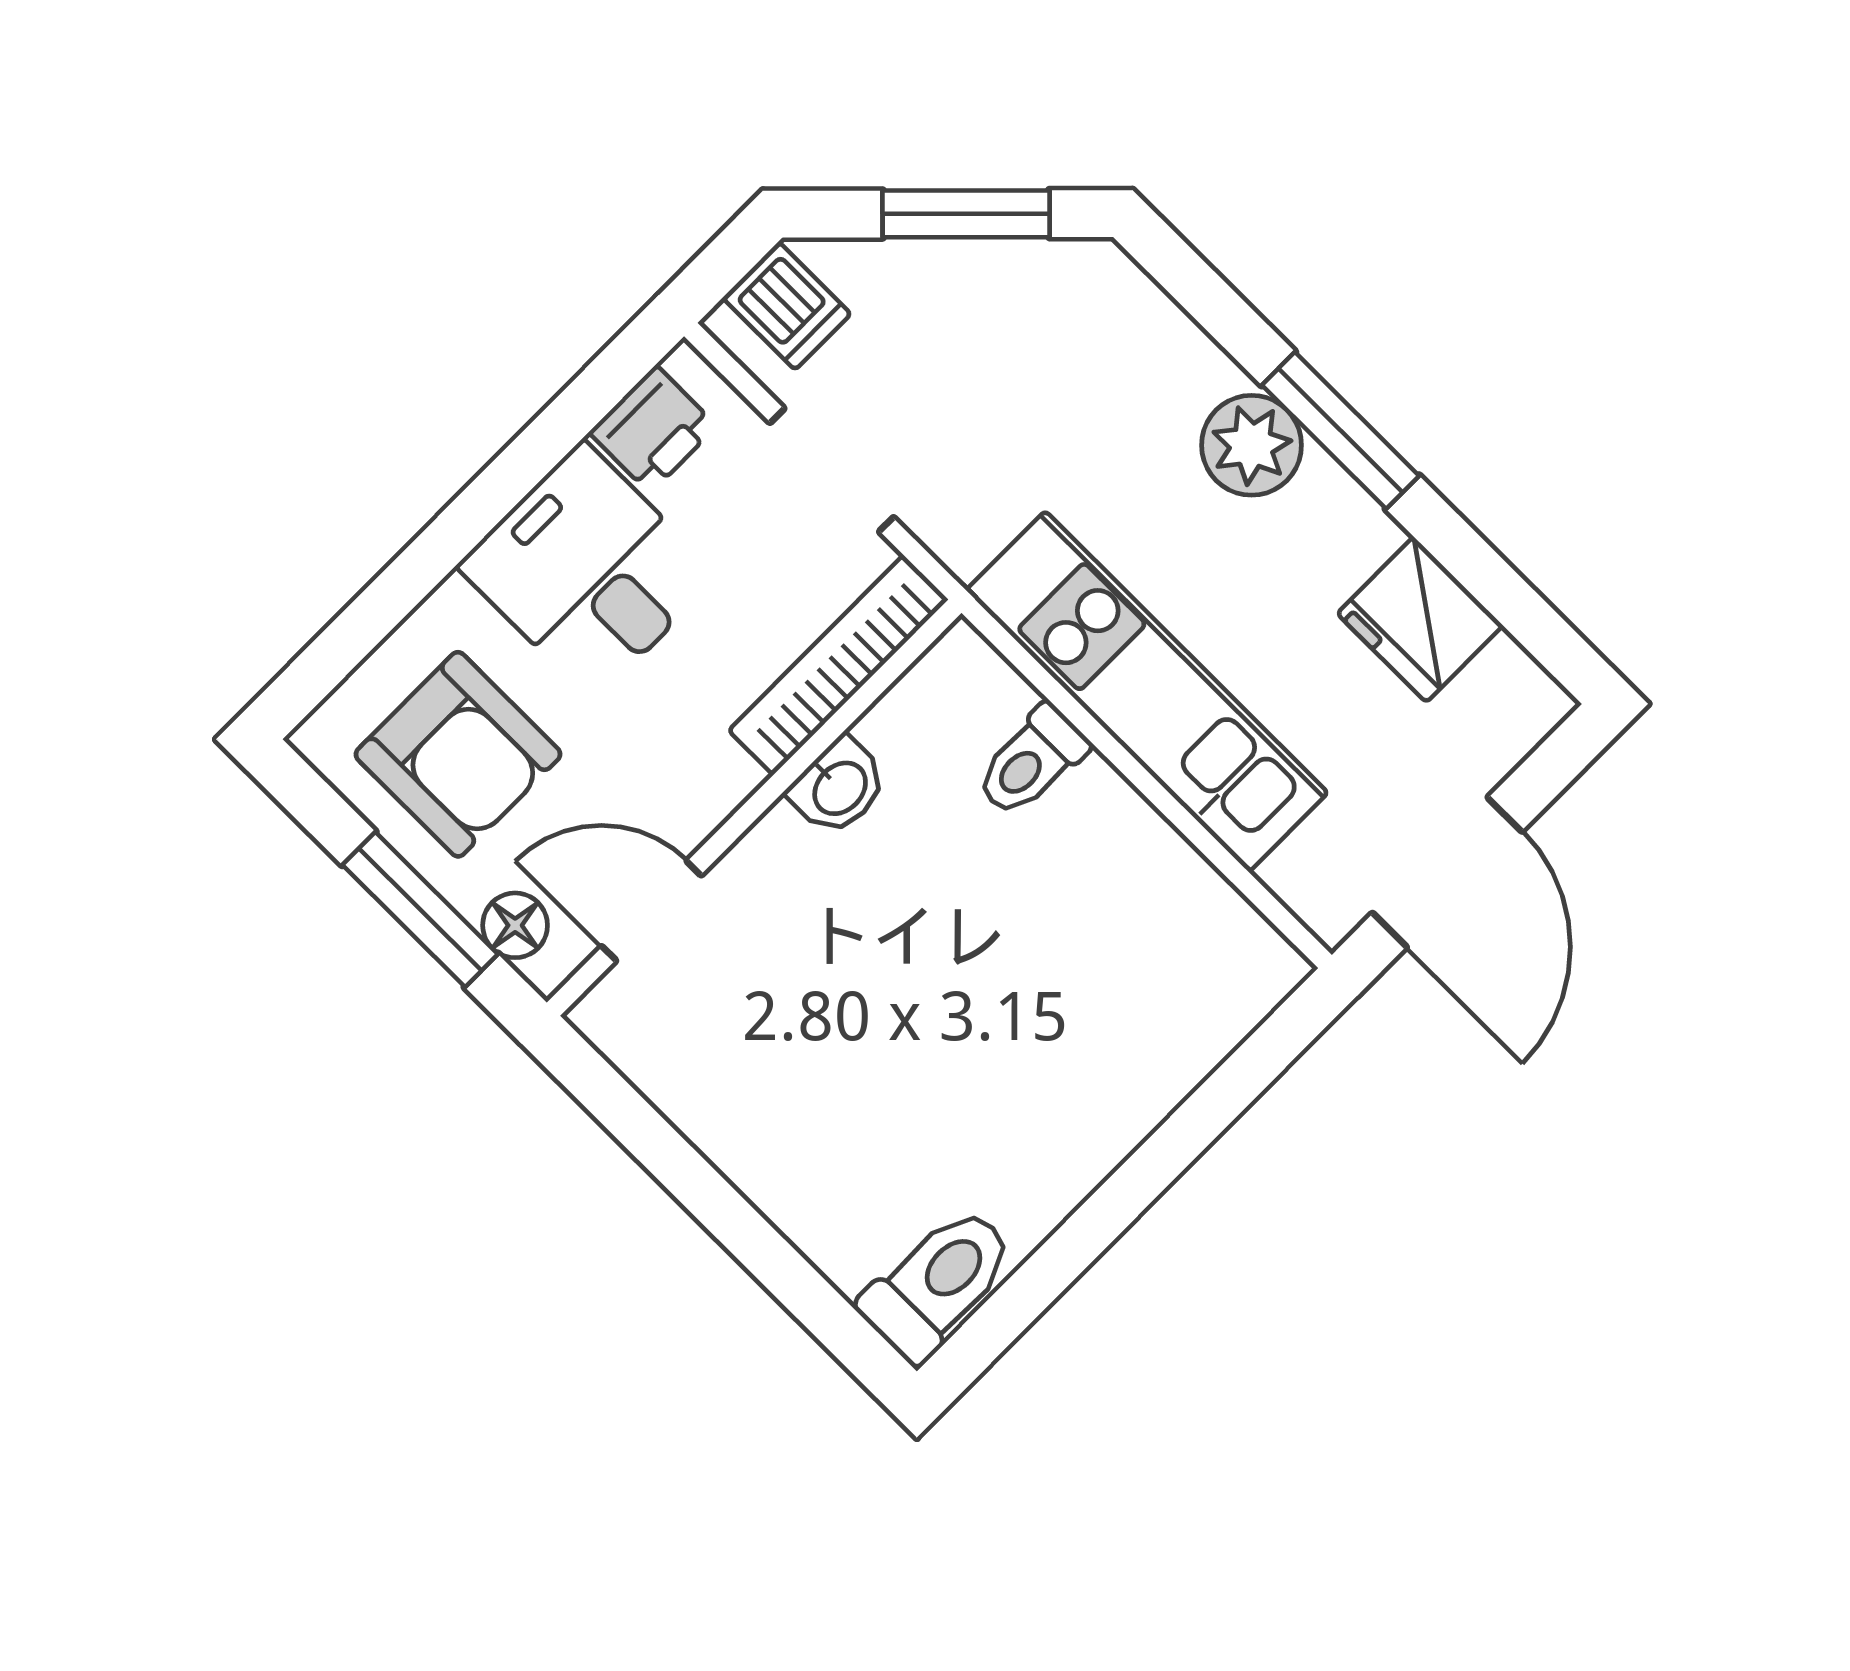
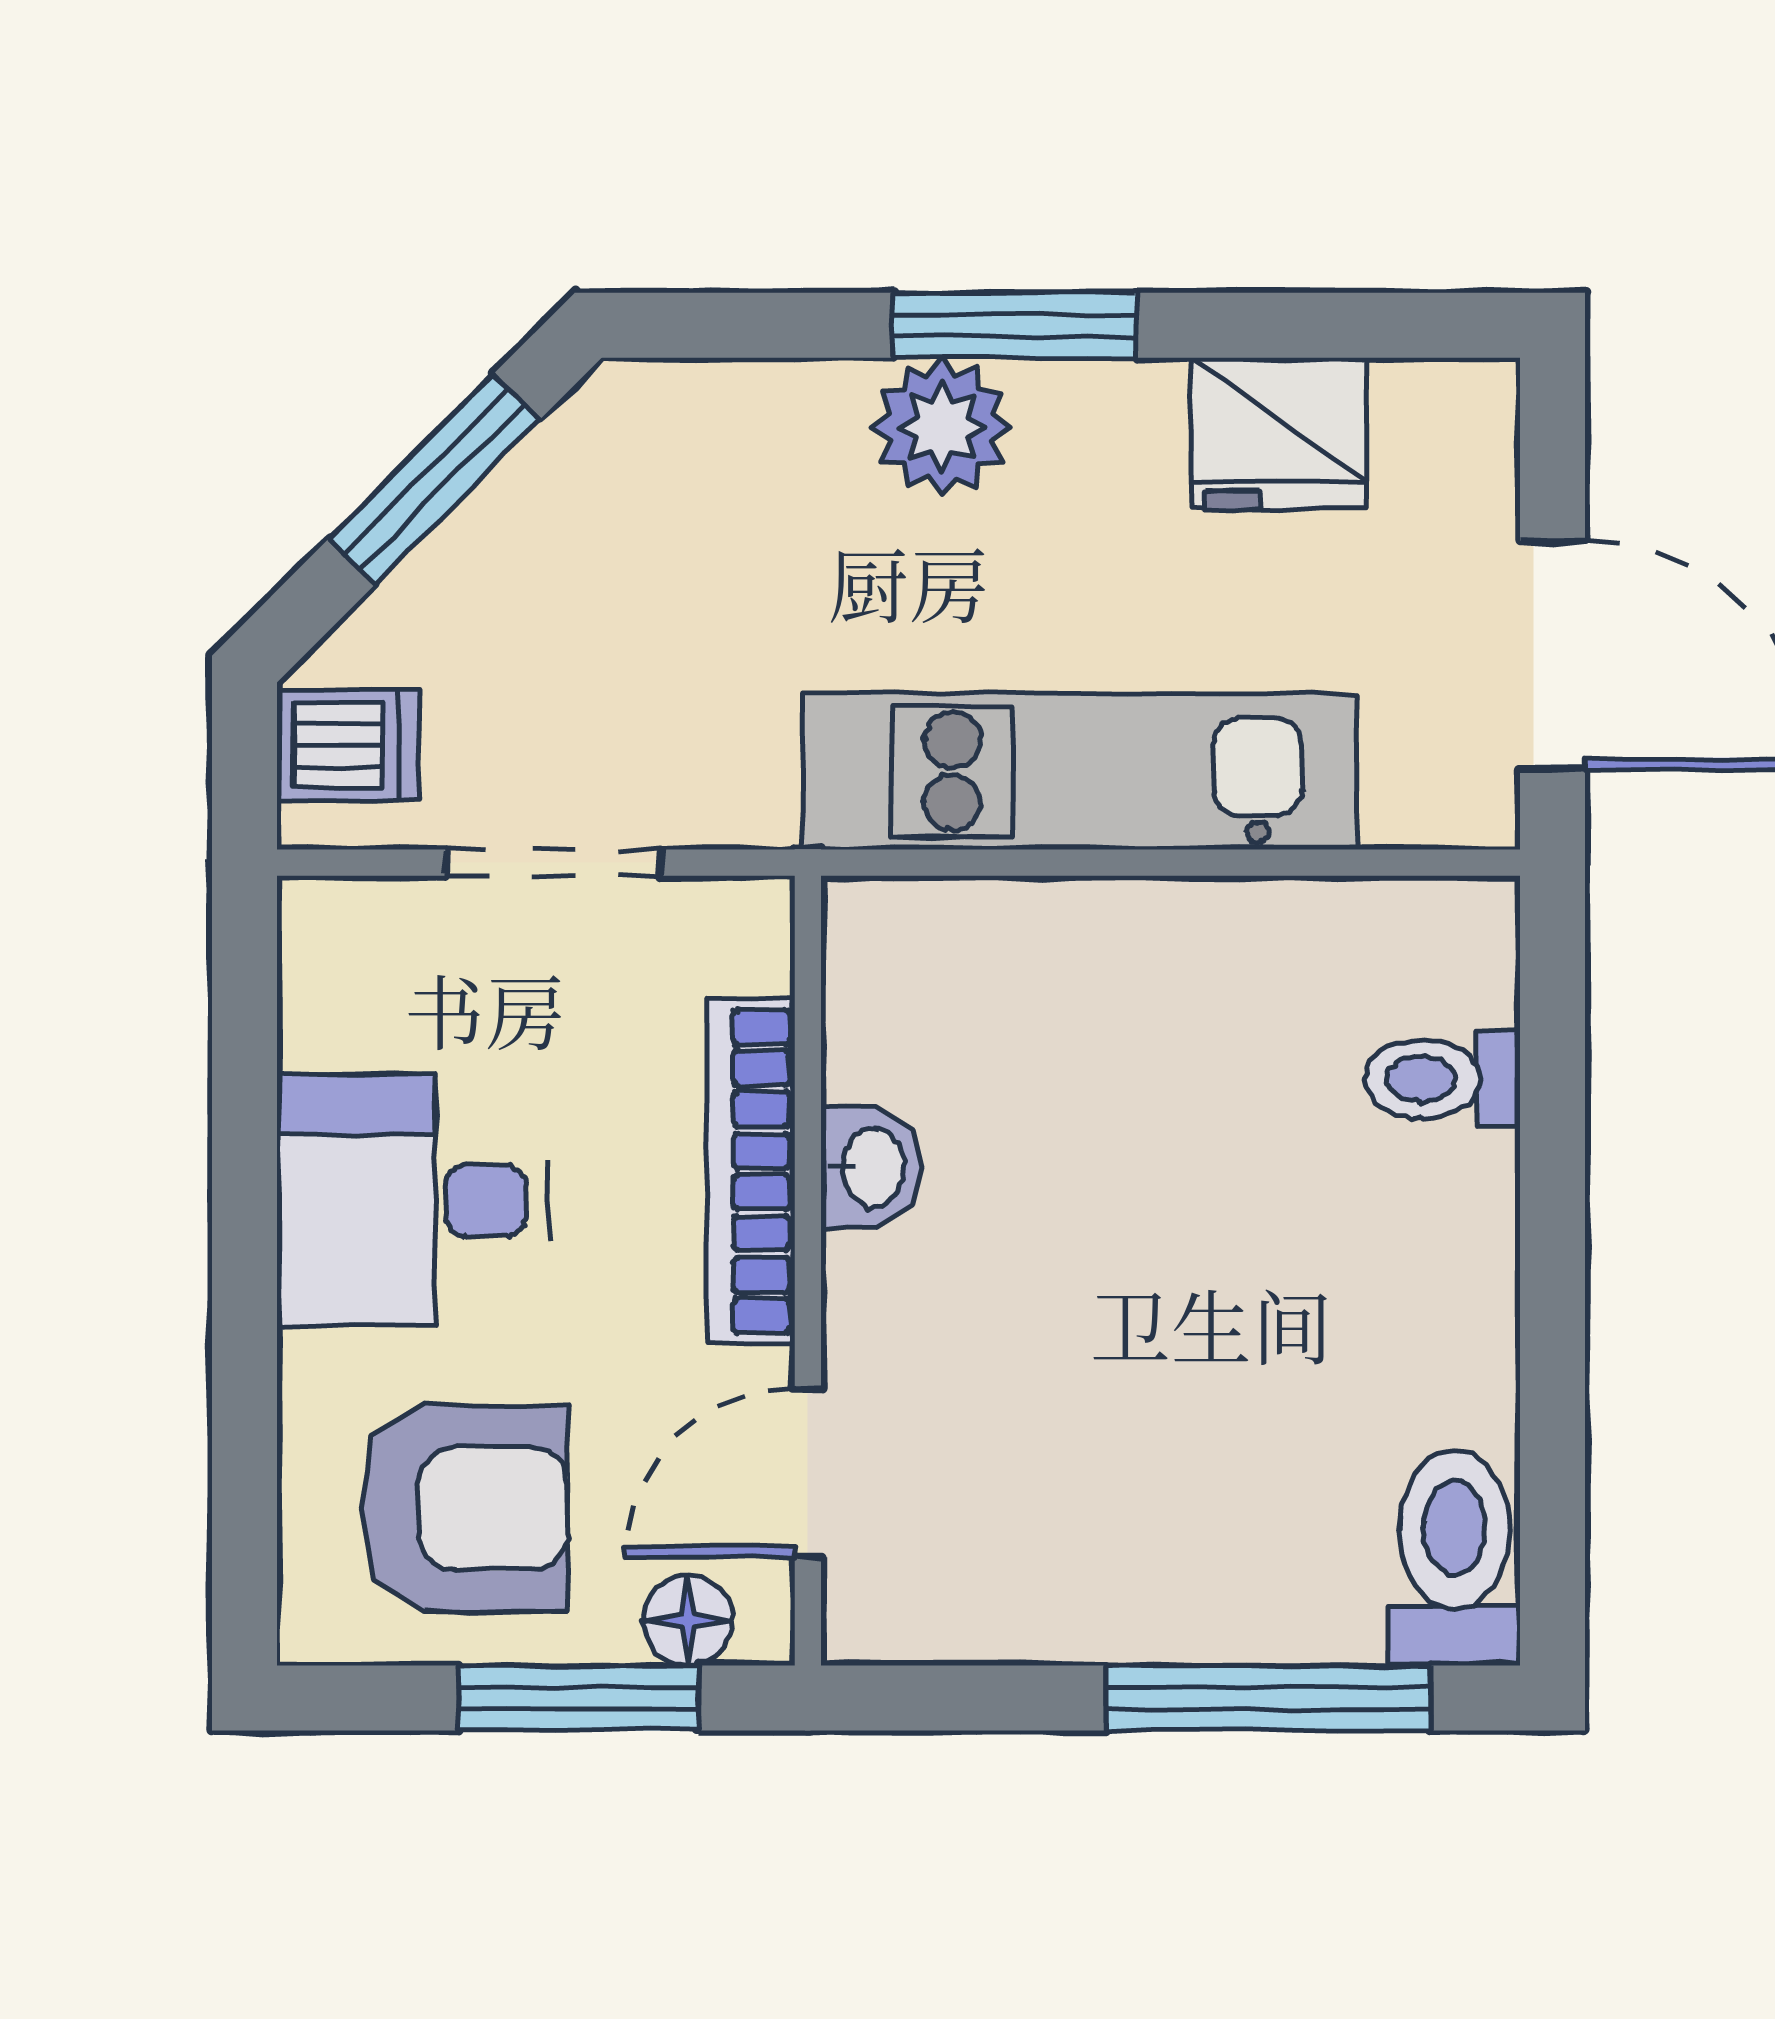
printer: (653, 429) -> (337, 998), removed
bookcase: (838, 665) -> (751, 1171), moved
toilet: (1031, 761) -> (1442, 1079), moved, turned 90
window: (772, 1260) -> (1268, 1698), added

